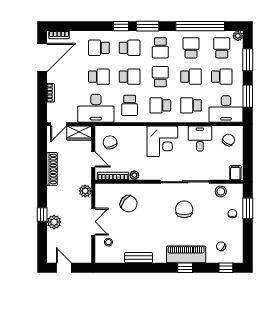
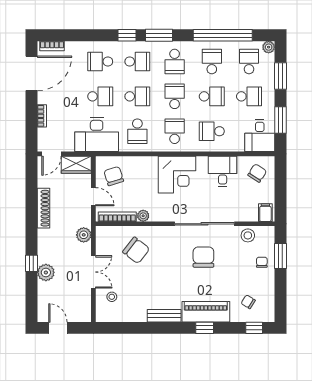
school desk: (160, 105) -> (175, 131), turned 90
desk: (226, 109) -> (260, 136), width x0.73
bench: (139, 258) -> (164, 316), moved

